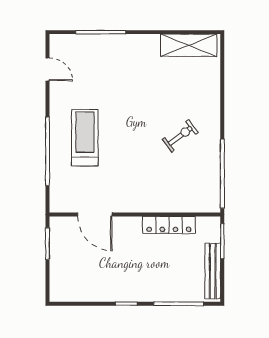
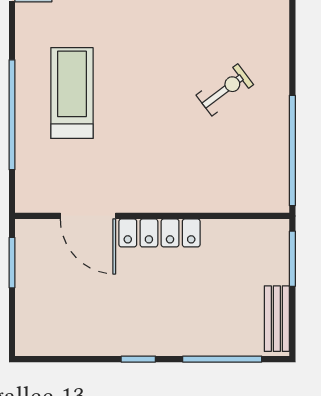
locker: (169, 225) -> (159, 233), moved
bench: (213, 271) -> (277, 319), width x0.73

